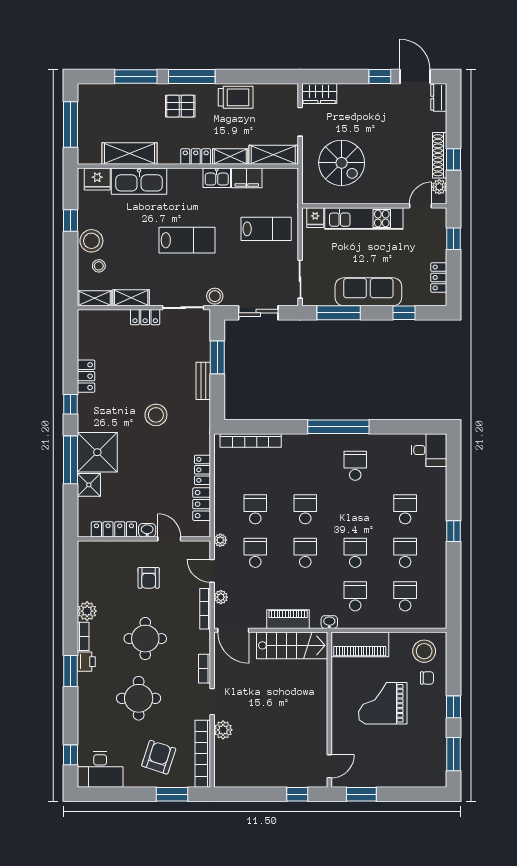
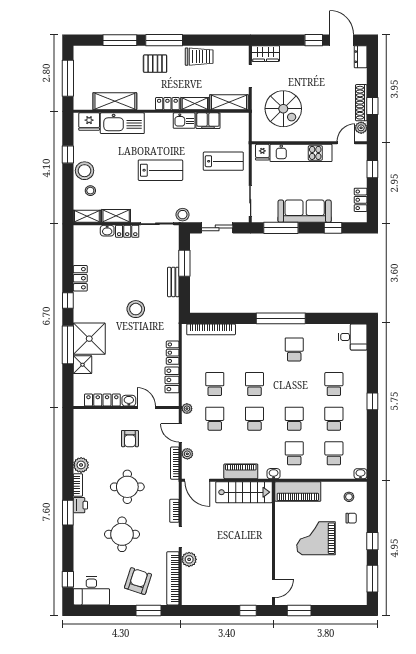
washbasin: (120, 316) -> (107, 231), added
washbasin: (439, 622) -> (360, 474), added
stool: (424, 651) -> (349, 497), width x0.53, depth x0.53

